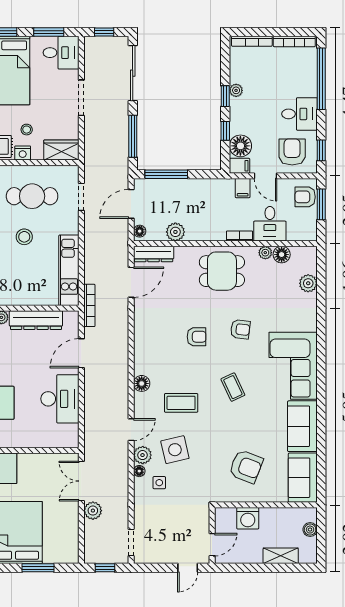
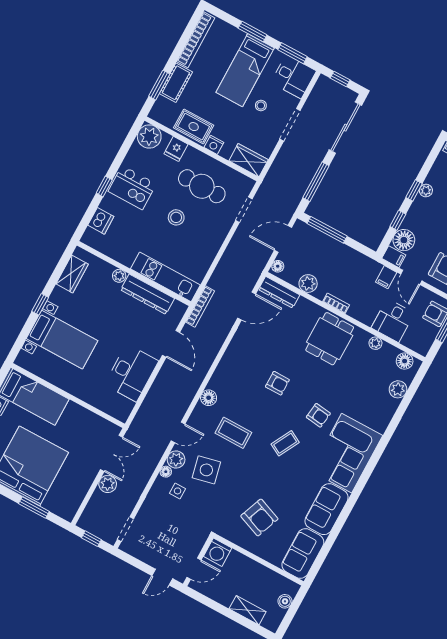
stool: (27, 130) -> (261, 106), moved
bookcase: (239, 236) -> (336, 303), moved
floor lamp: (282, 255) -> (405, 361), moved
kitchen unit: (69, 270) -> (165, 277), moved, turned 90
dining table: (222, 271) -> (330, 339), turned 90
armchair: (240, 329) -> (318, 415), moved
door: (81, 353) -> (171, 344), swing flipped
coffee table: (233, 387) -> (285, 443), turned 53
double door: (81, 481) -> (112, 453), swing flipped
washing machine: (248, 518) -> (218, 552), moved

